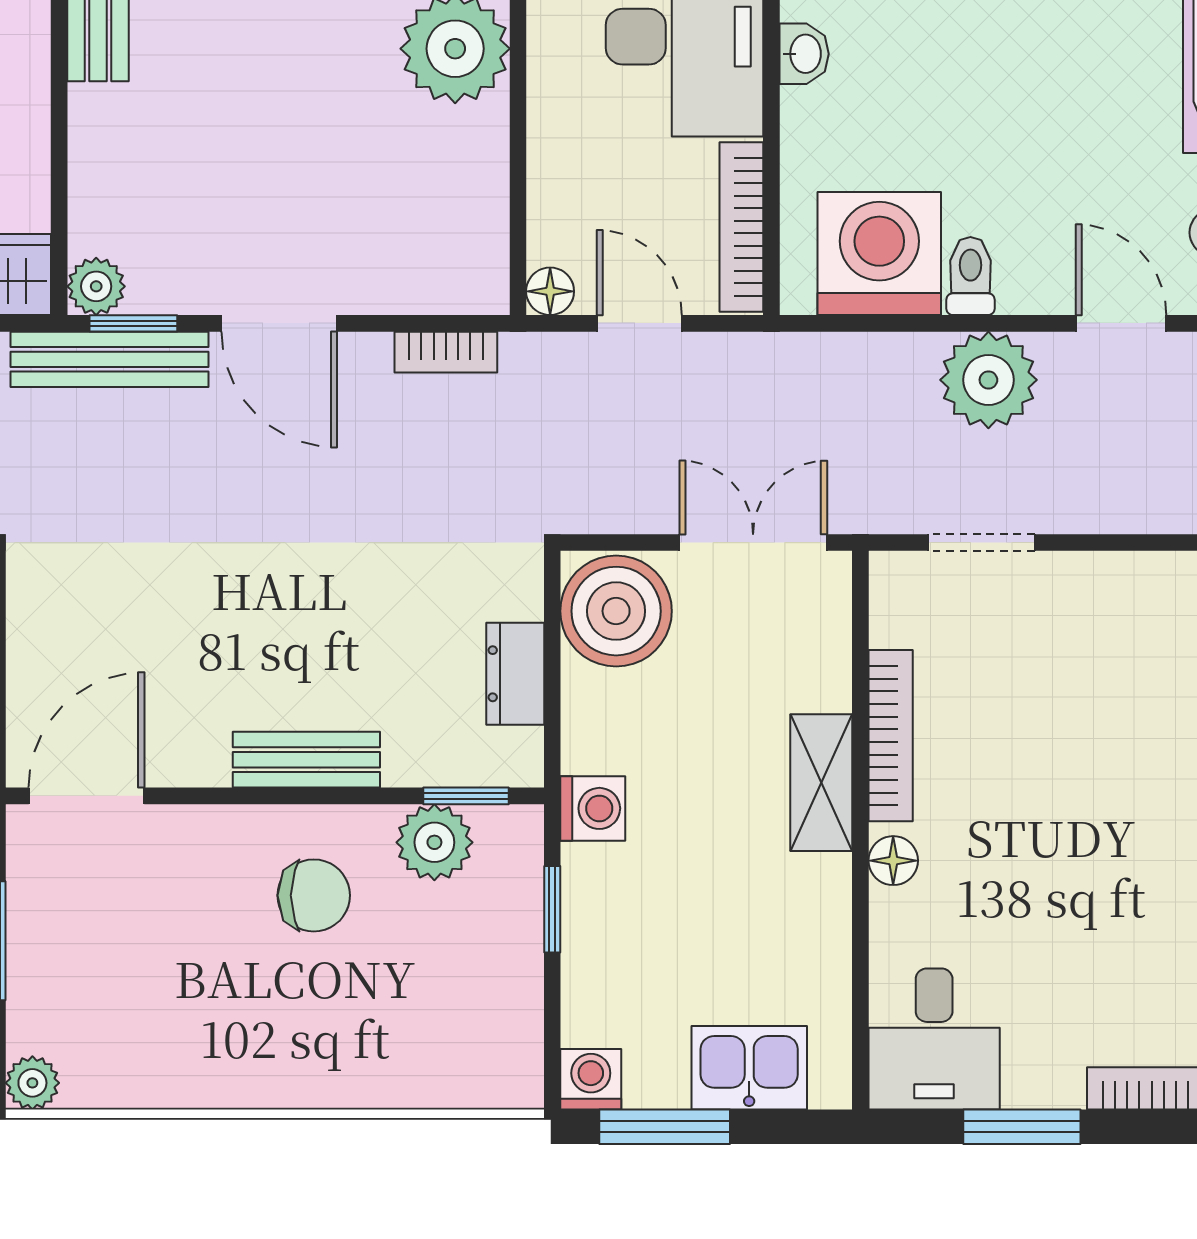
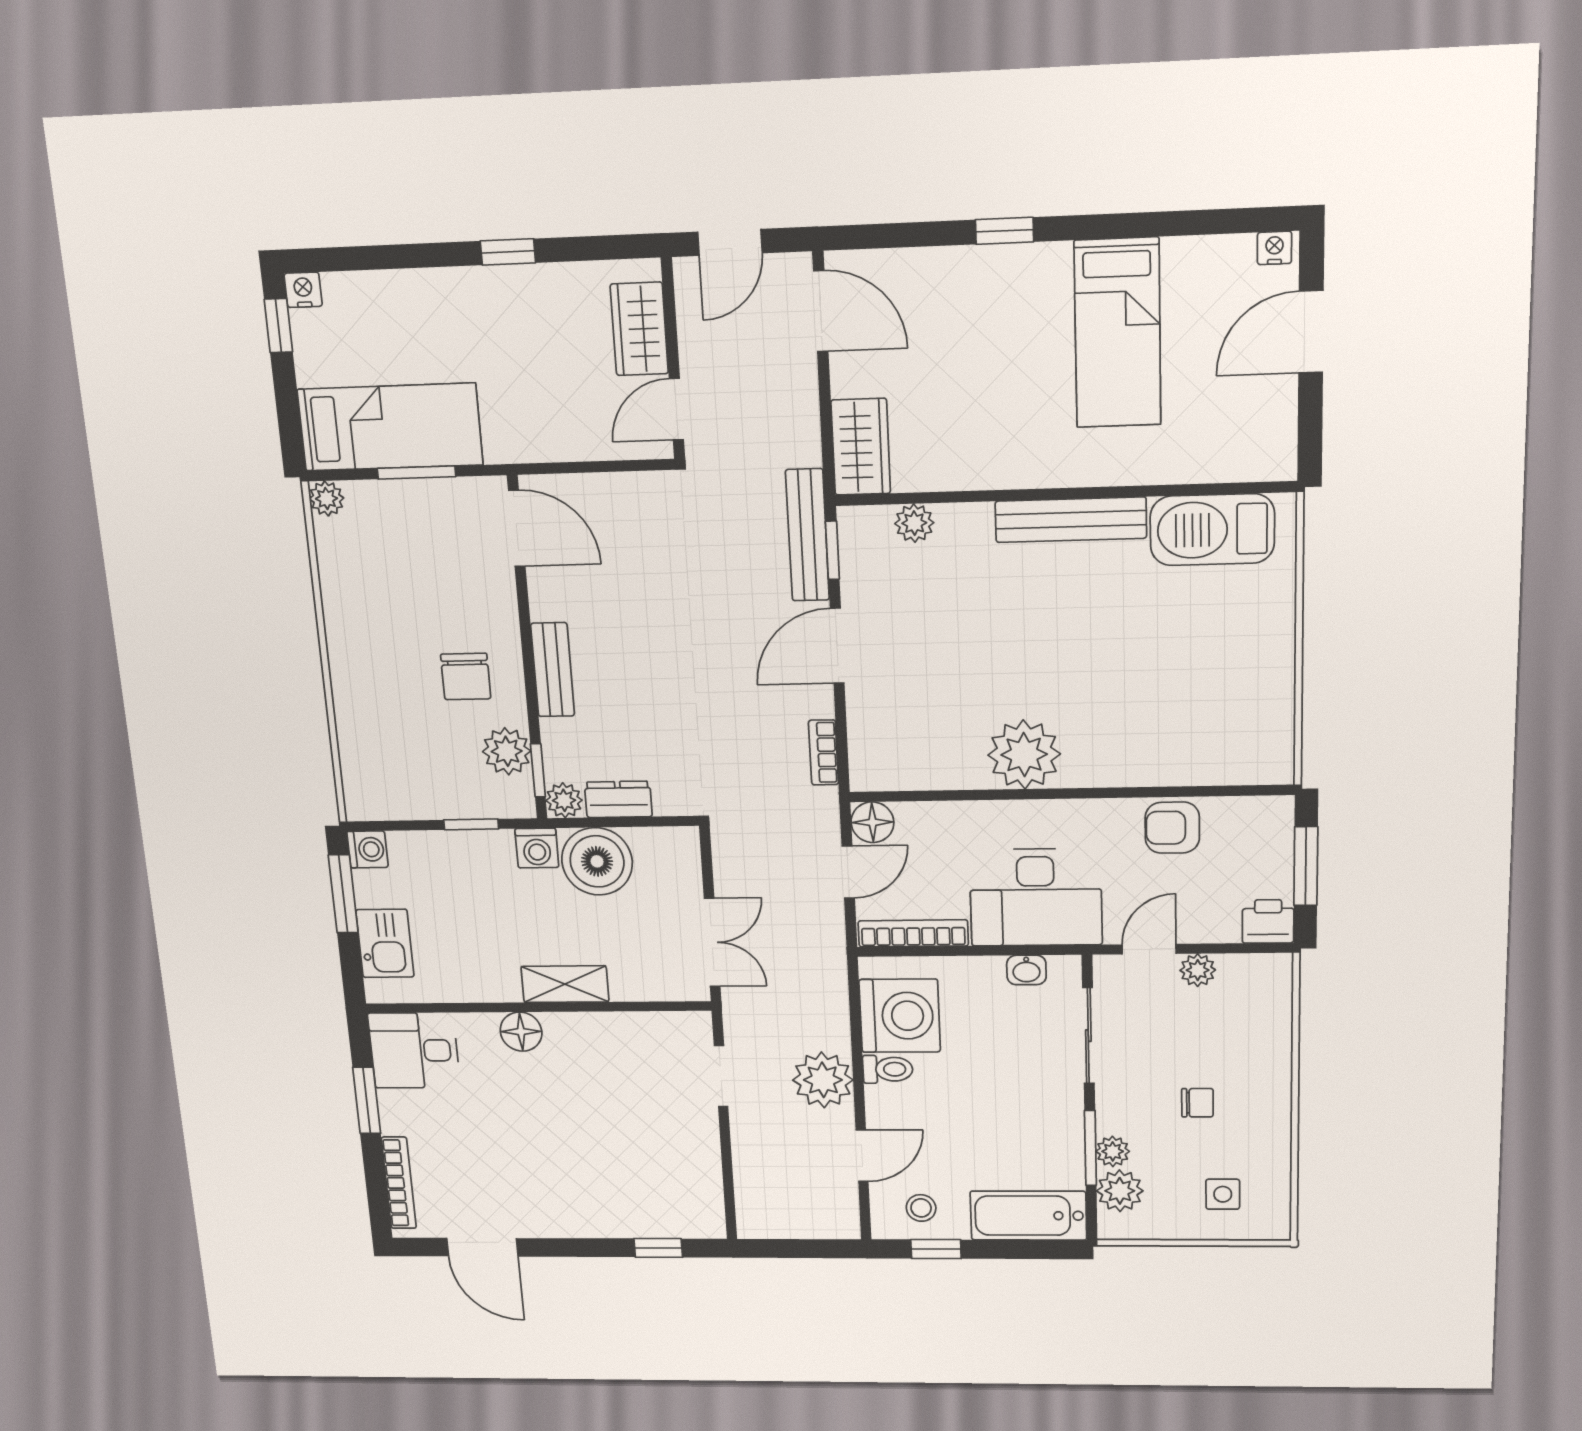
plant: (96, 286) -> (914, 523), moved
floor lamp: (550, 291) -> (872, 822), width x1.37, depth x1.37
boiler: (616, 611) -> (597, 861), moved
bookcase: (891, 736) -> (597, 1024), removed
plant: (515, 759) -> (564, 800), added
floor lamp: (893, 861) -> (521, 1032), width x1.37, depth x1.37

